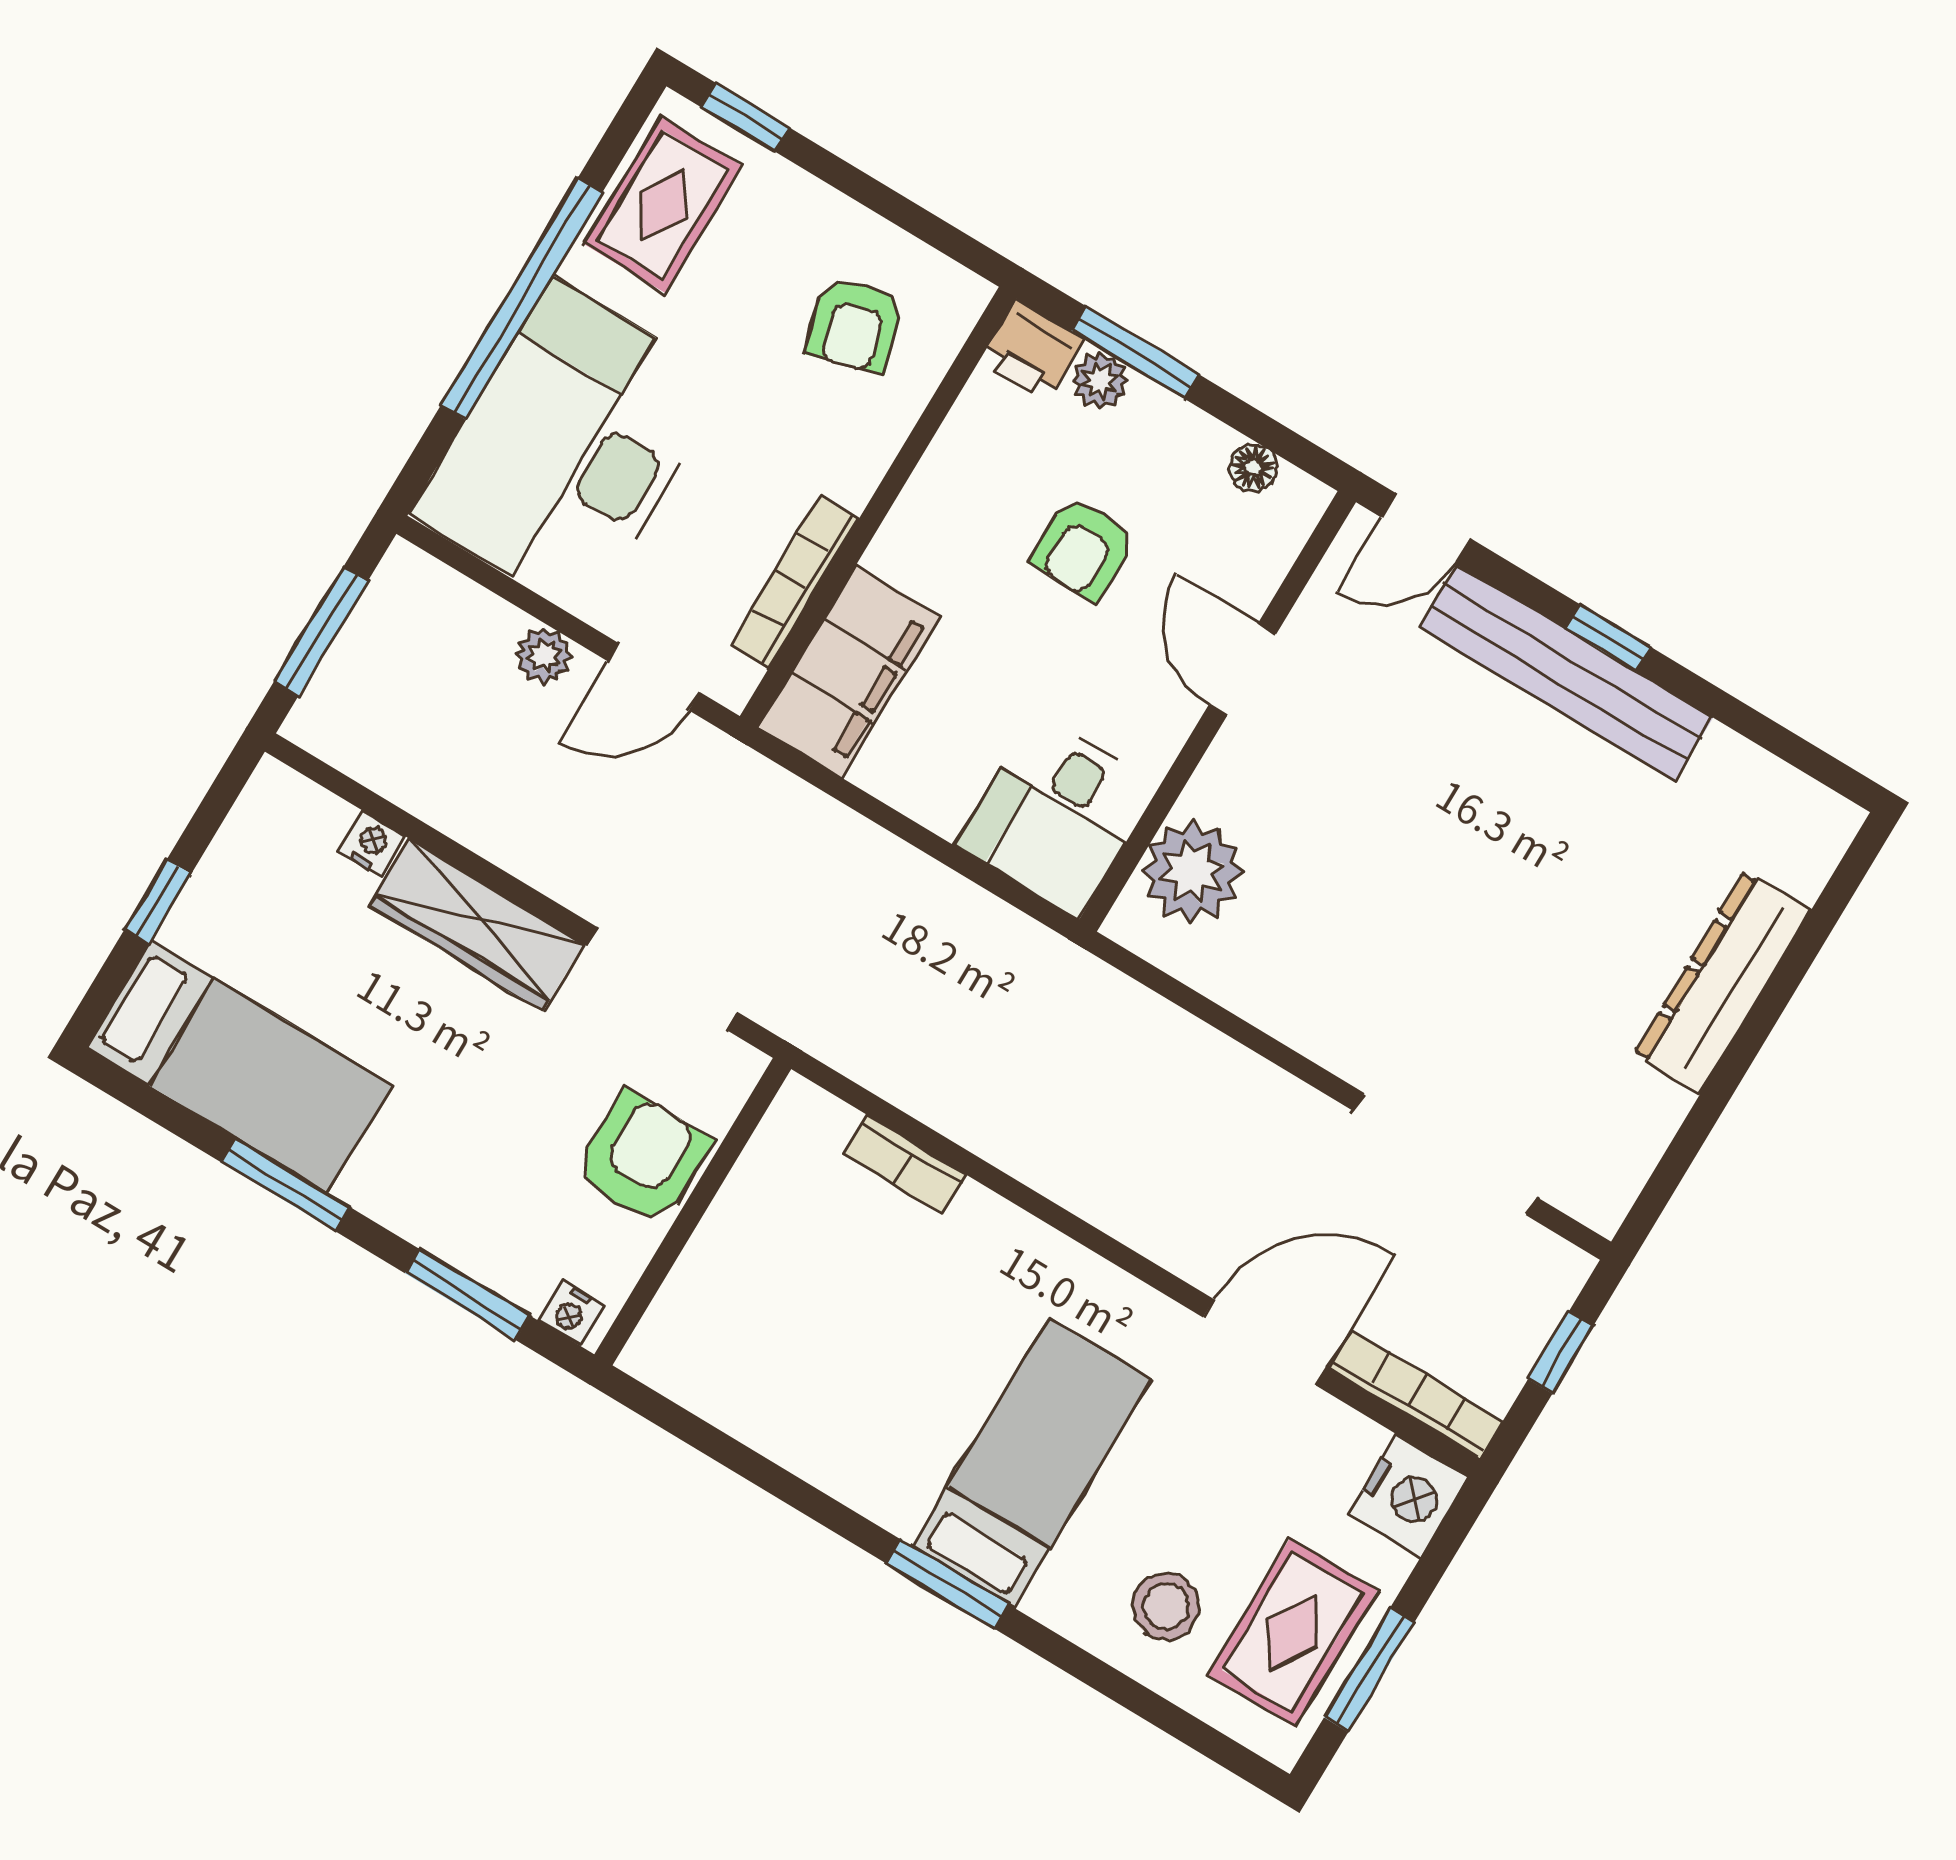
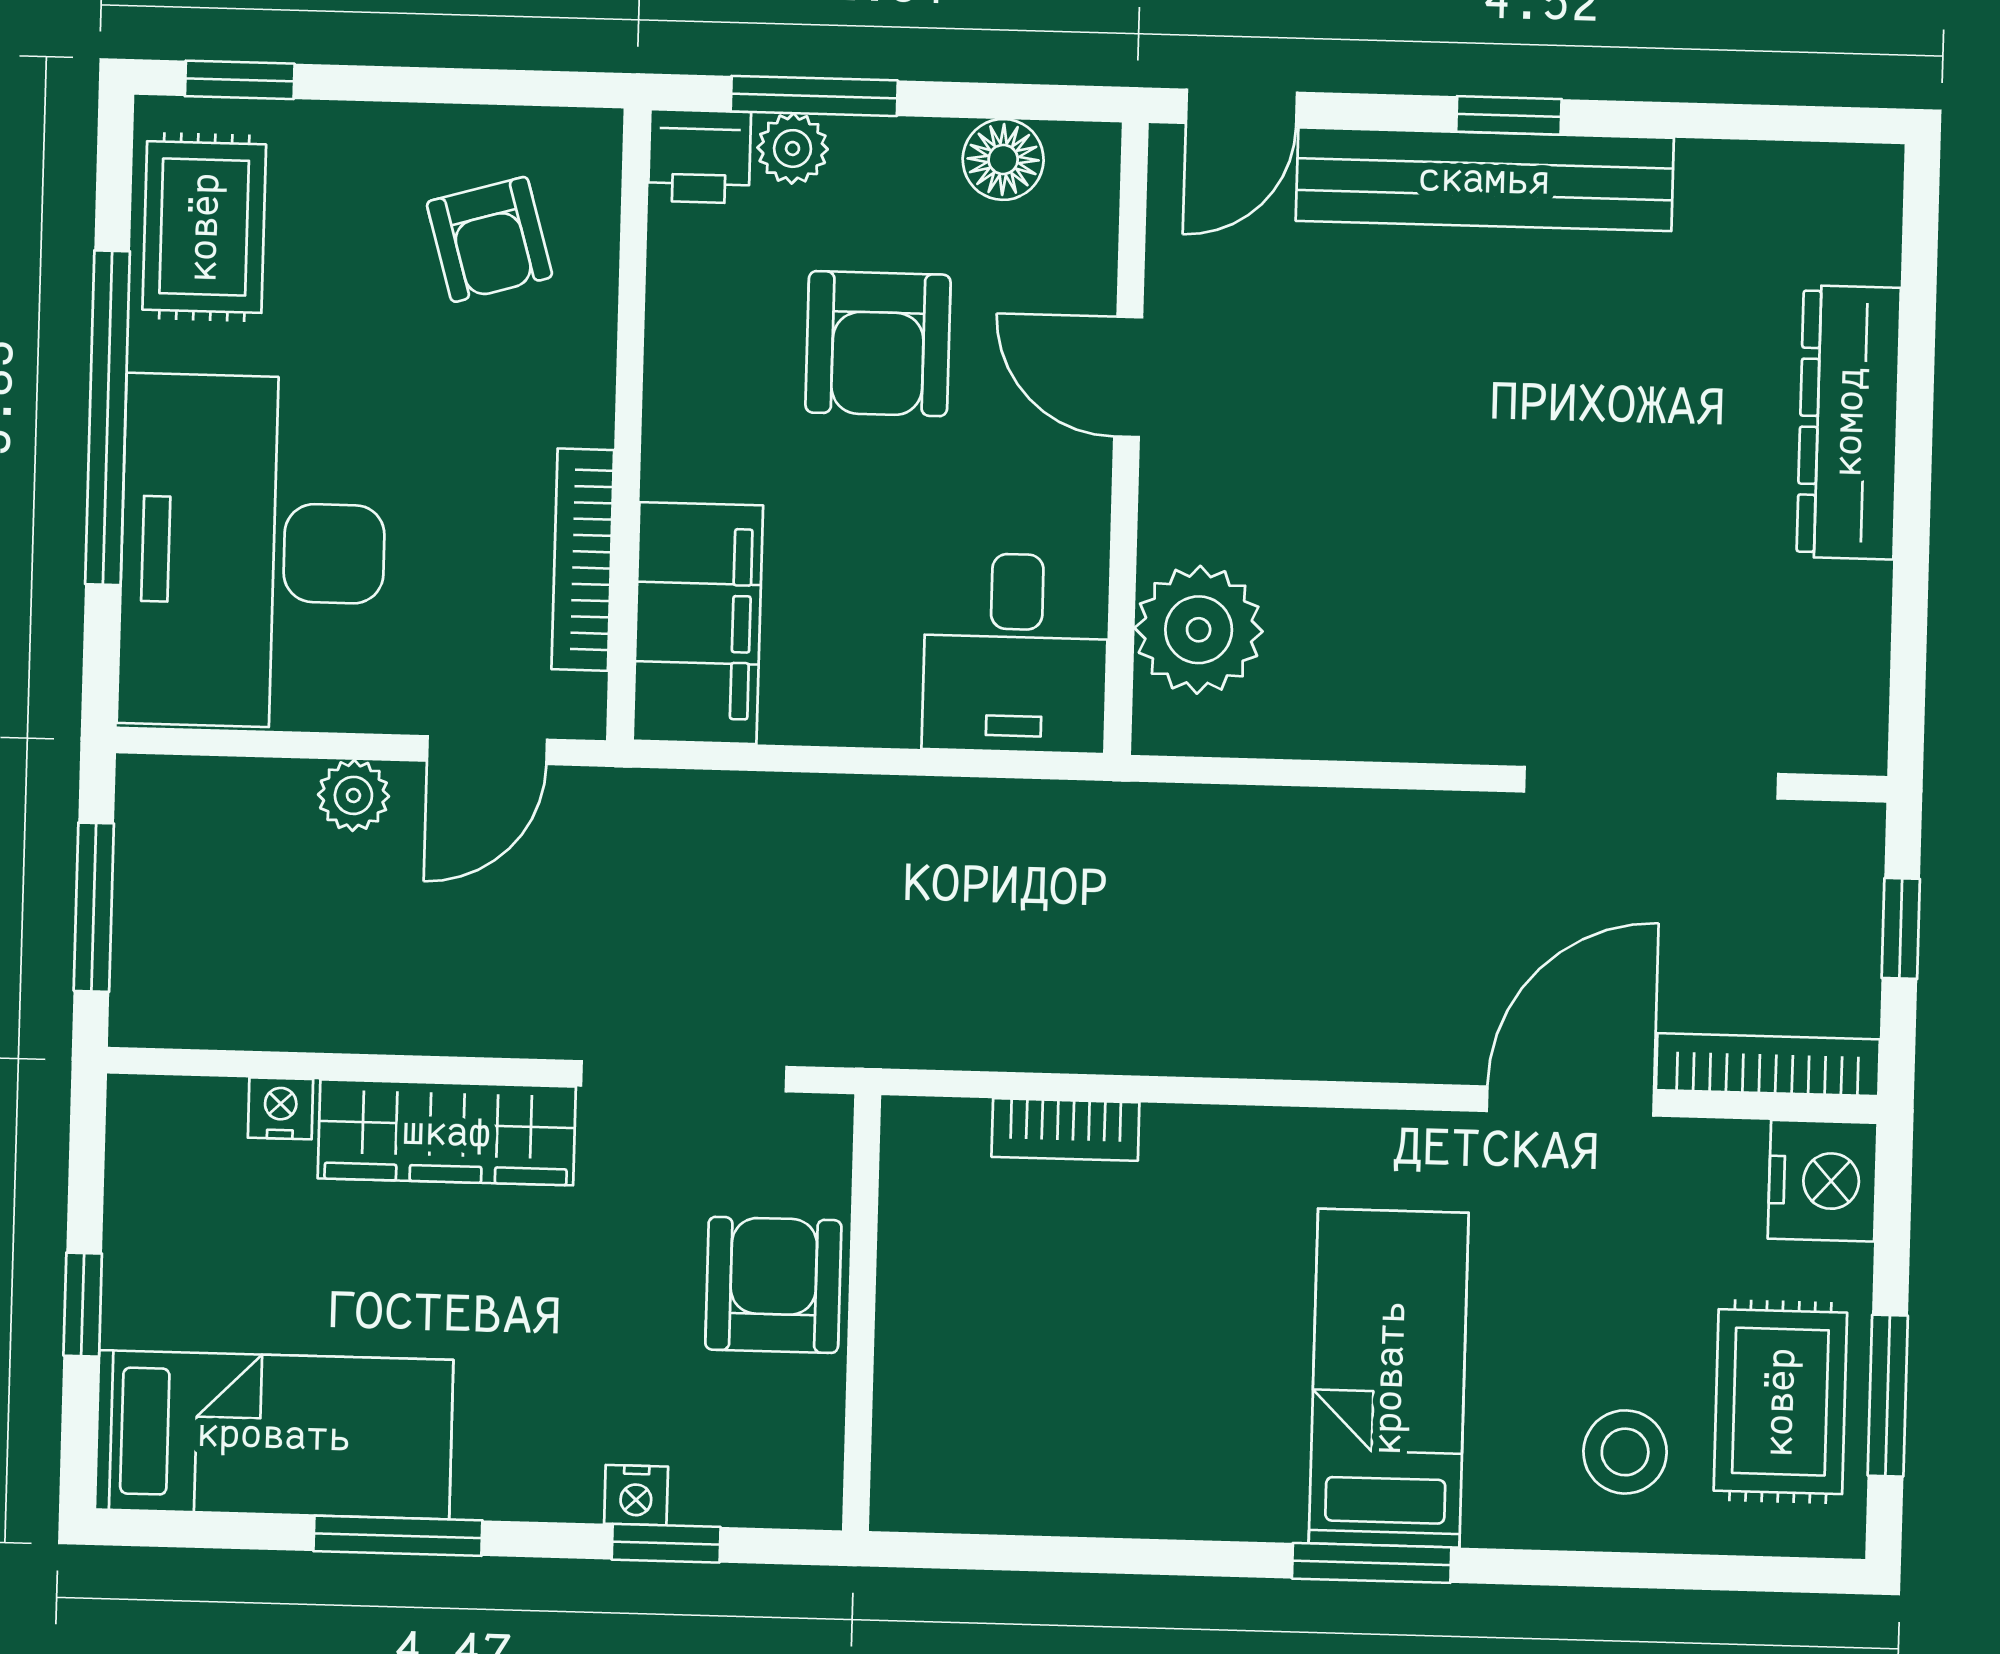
floor lamp: (1253, 467) -> (1003, 159), width x1.37, depth x1.37
armchair: (1083, 549) -> (878, 344), width x1.38, depth x1.38
window: (468, 1295) -> (666, 1543), width x0.67
nightstand: (571, 1313) -> (636, 1495), moved

